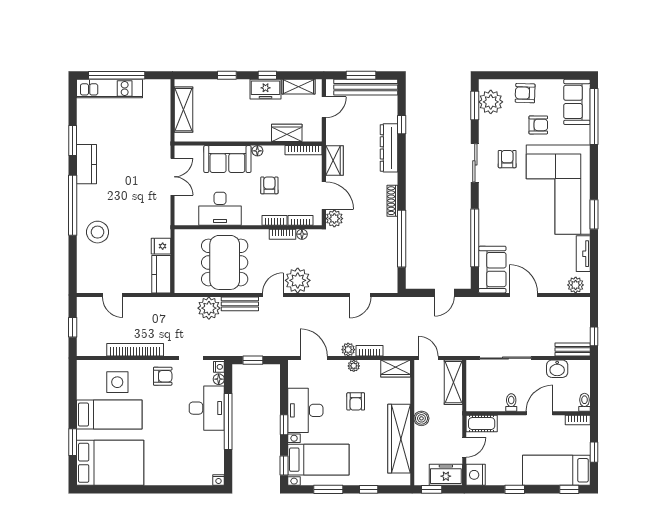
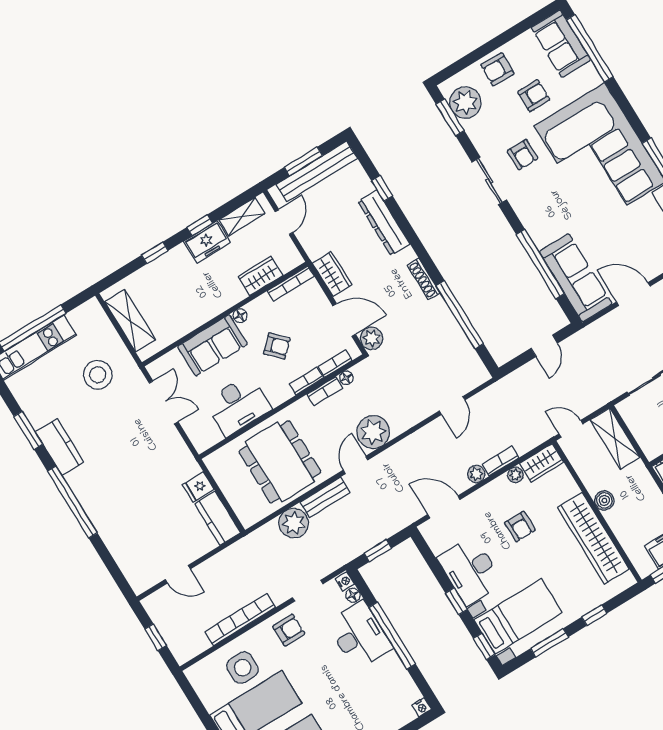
armchair: (507, 159) -> (523, 155), turned 180
armchair: (269, 185) -> (277, 346), turned 136
stool: (98, 232) -> (98, 375), moved
sofa: (492, 270) -> (576, 278), width x1.36
plant: (354, 366) -> (515, 475), moved

